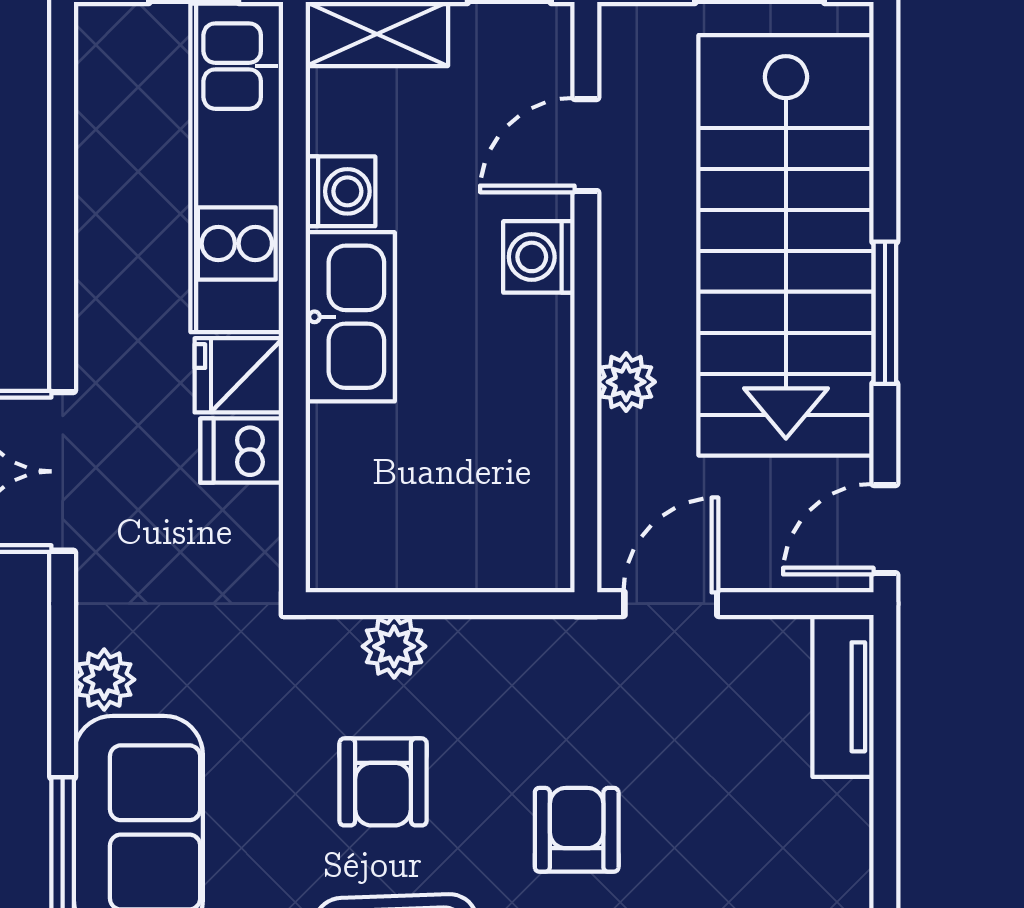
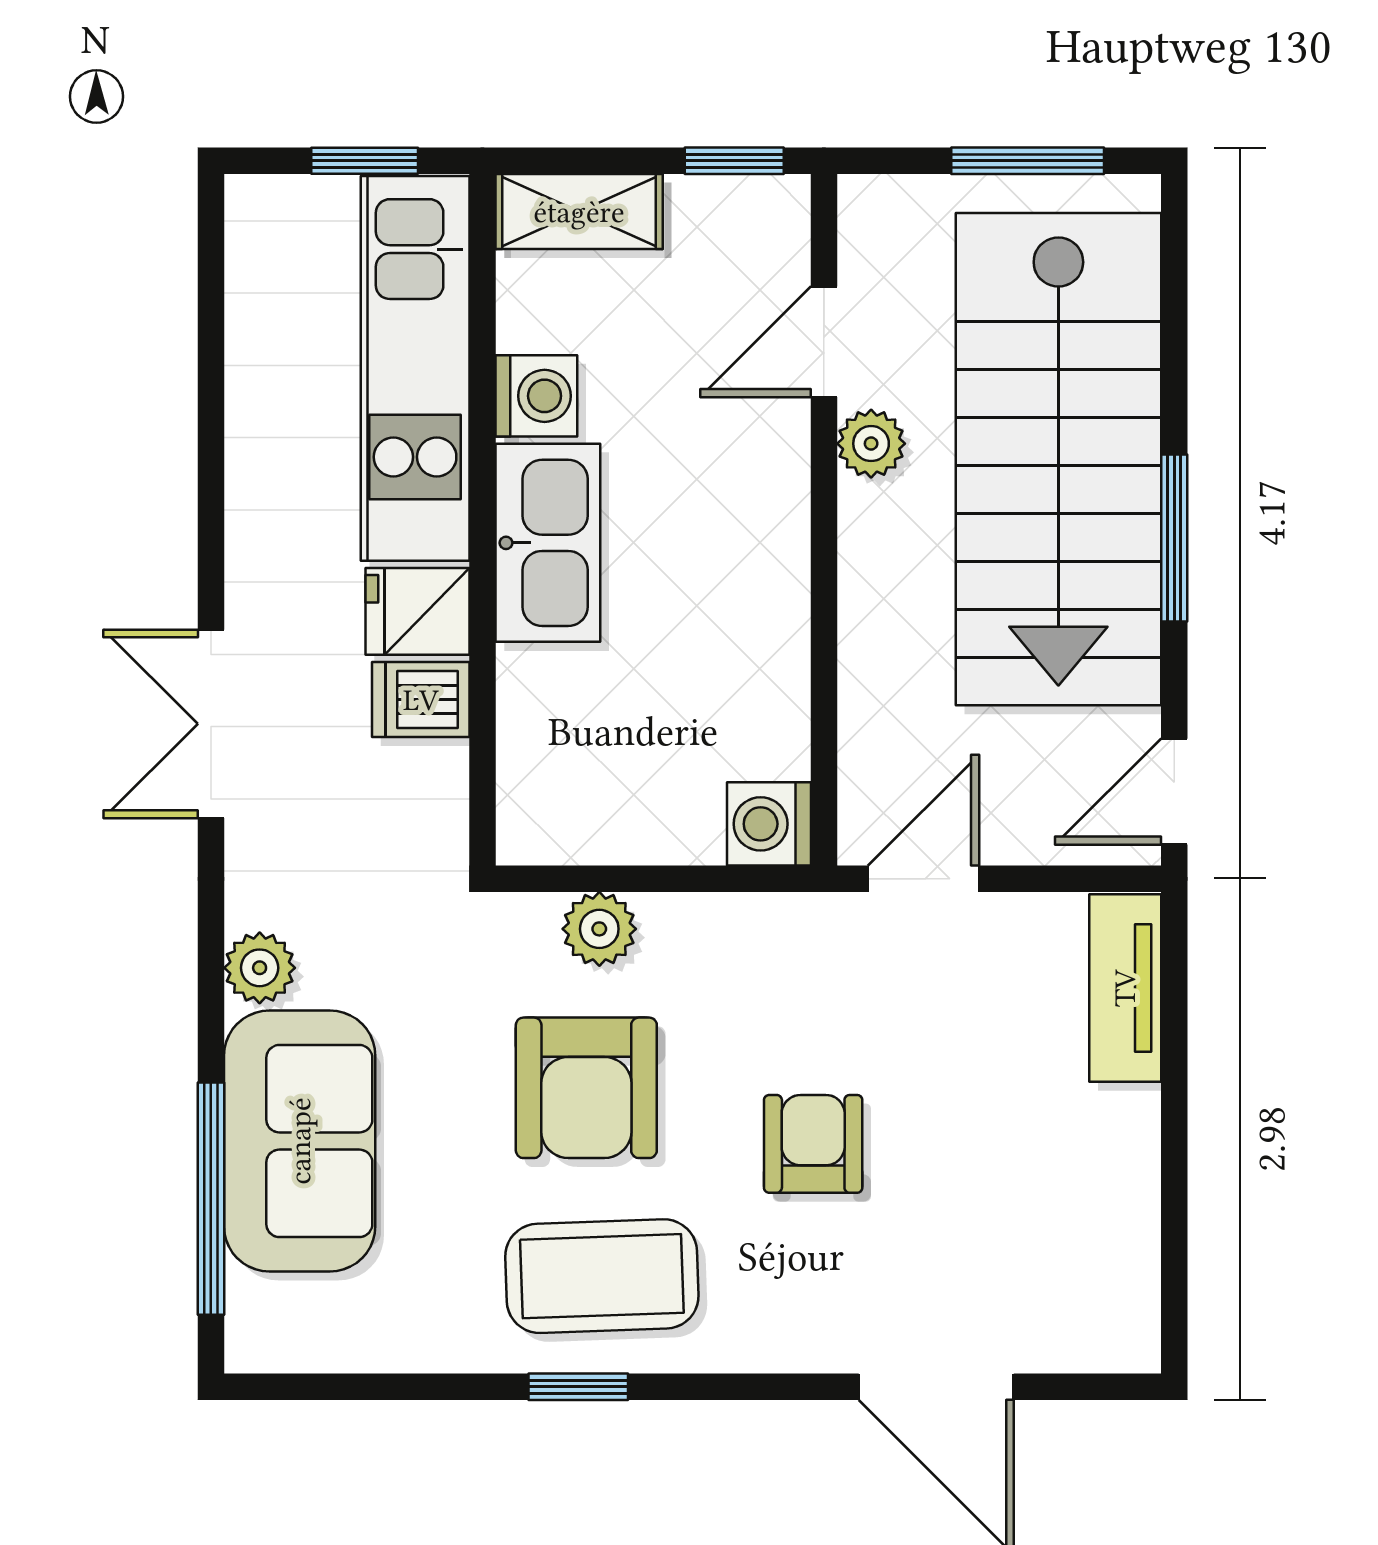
washing machine: (539, 257) -> (769, 824), moved
plant: (626, 382) -> (871, 444), moved
armchair: (383, 782) -> (586, 1088), width x1.38, depth x1.38

